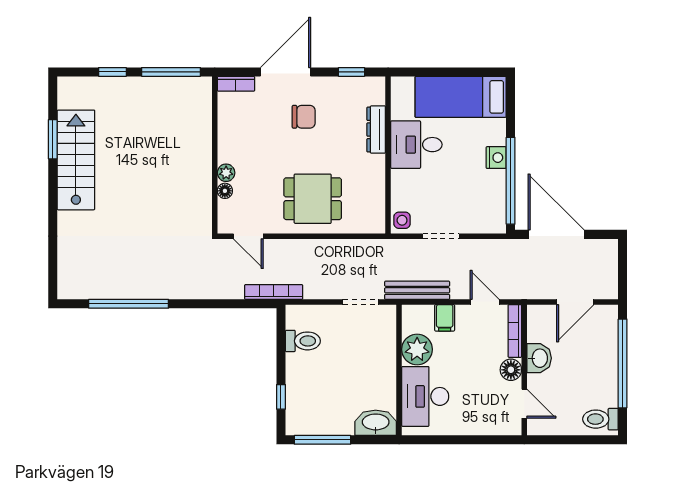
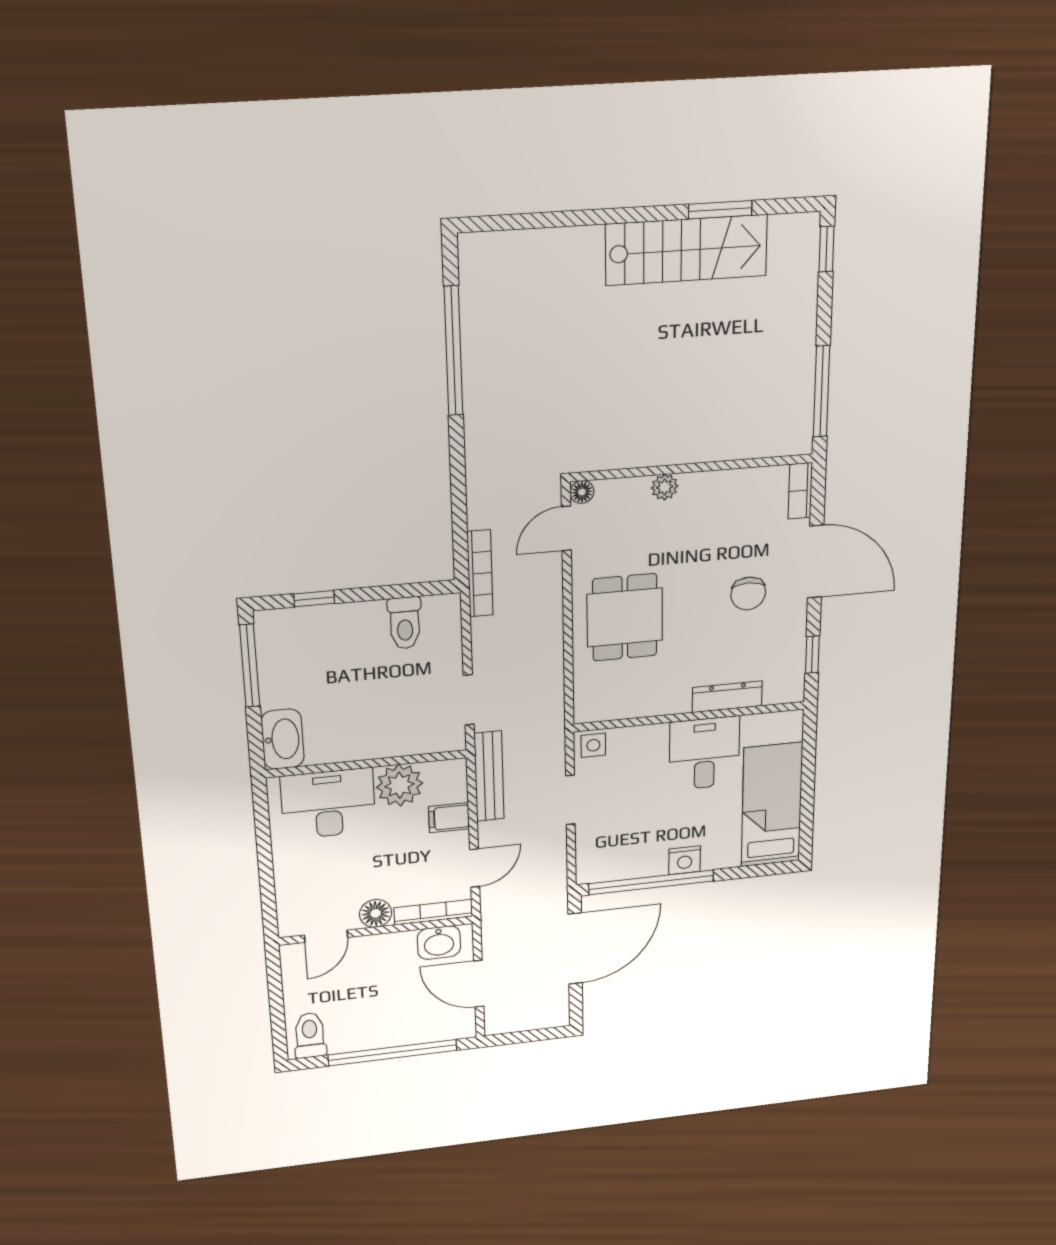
window: (112, 72) -> (826, 249), moved
floor lamp: (225, 191) -> (582, 492), moved
washbasin: (539, 358) -> (439, 943), moved

